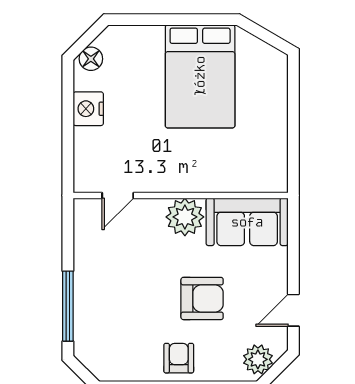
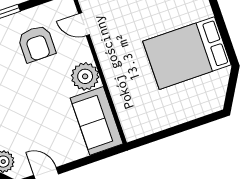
armchair: (202, 298) -> (37, 44), moved

